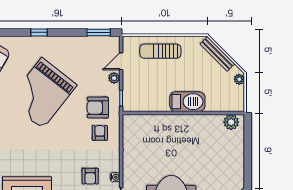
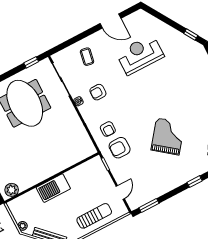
plant: (114, 78) -> (119, 177), removed
grand piano: (42, 93) -> (168, 136), width x0.73, depth x0.68
armchair: (98, 108) -> (120, 148), turned 180
armchair: (90, 176) -> (98, 92), turned -90

